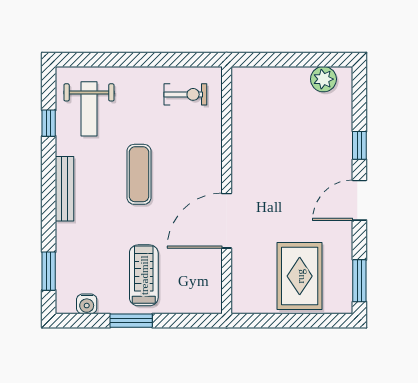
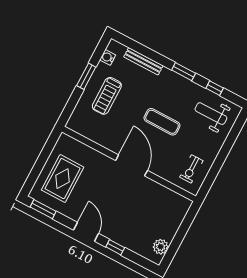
bench: (65, 189) -> (143, 61), moved
door: (227, 221) -> (132, 165), moved
window: (49, 271) -> (184, 72), moved
treadmill: (144, 275) -> (107, 96), turned 90
rug: (300, 276) -> (63, 179), turned 90

